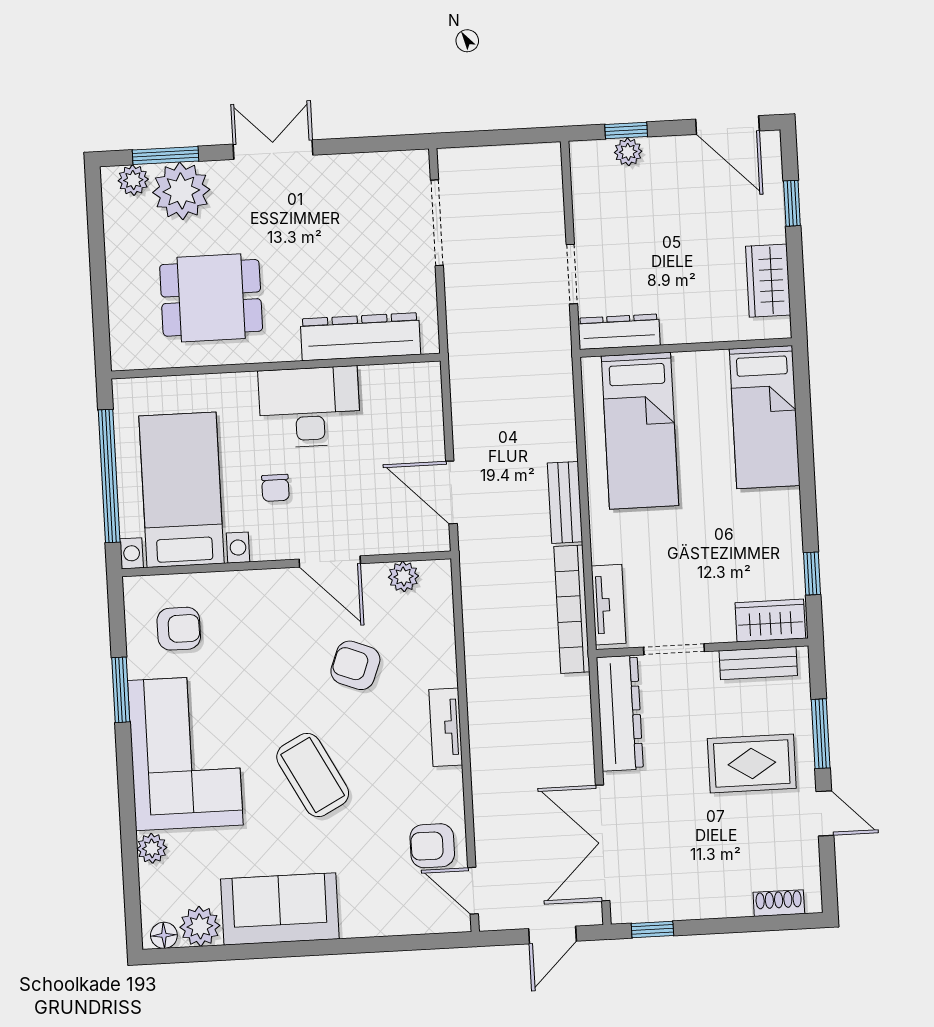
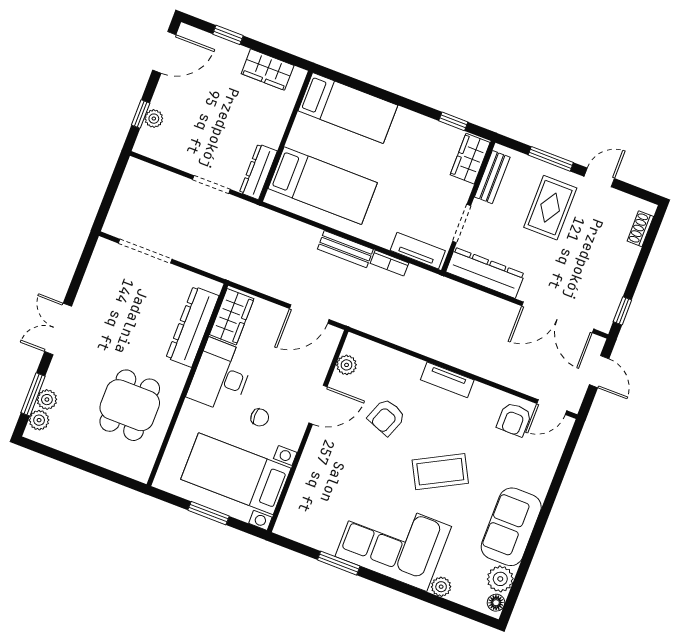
plant: (181, 191) -> (47, 400), width x0.53, depth x0.53
wardrobe: (399, 385) -> (232, 317), added
window: (109, 476) -> (208, 513), width x0.47
bookcase: (572, 609) -> (389, 263), width x0.43, depth x0.76
armchair: (179, 629) -> (318, 512), removed

